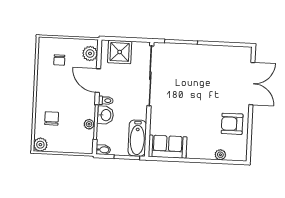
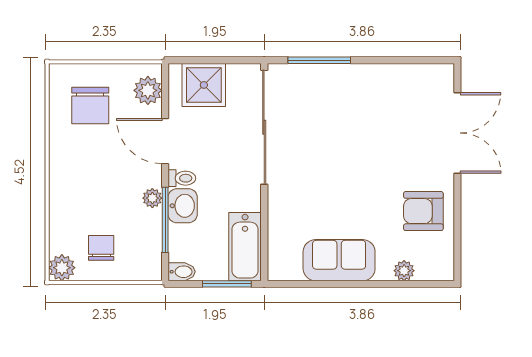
chair: (59, 60) -> (90, 106), width x1.87, depth x1.87
chair: (52, 118) -> (101, 248), moved
plant: (89, 124) -> (152, 198), moved
sofa: (168, 147) -> (339, 260), moved

